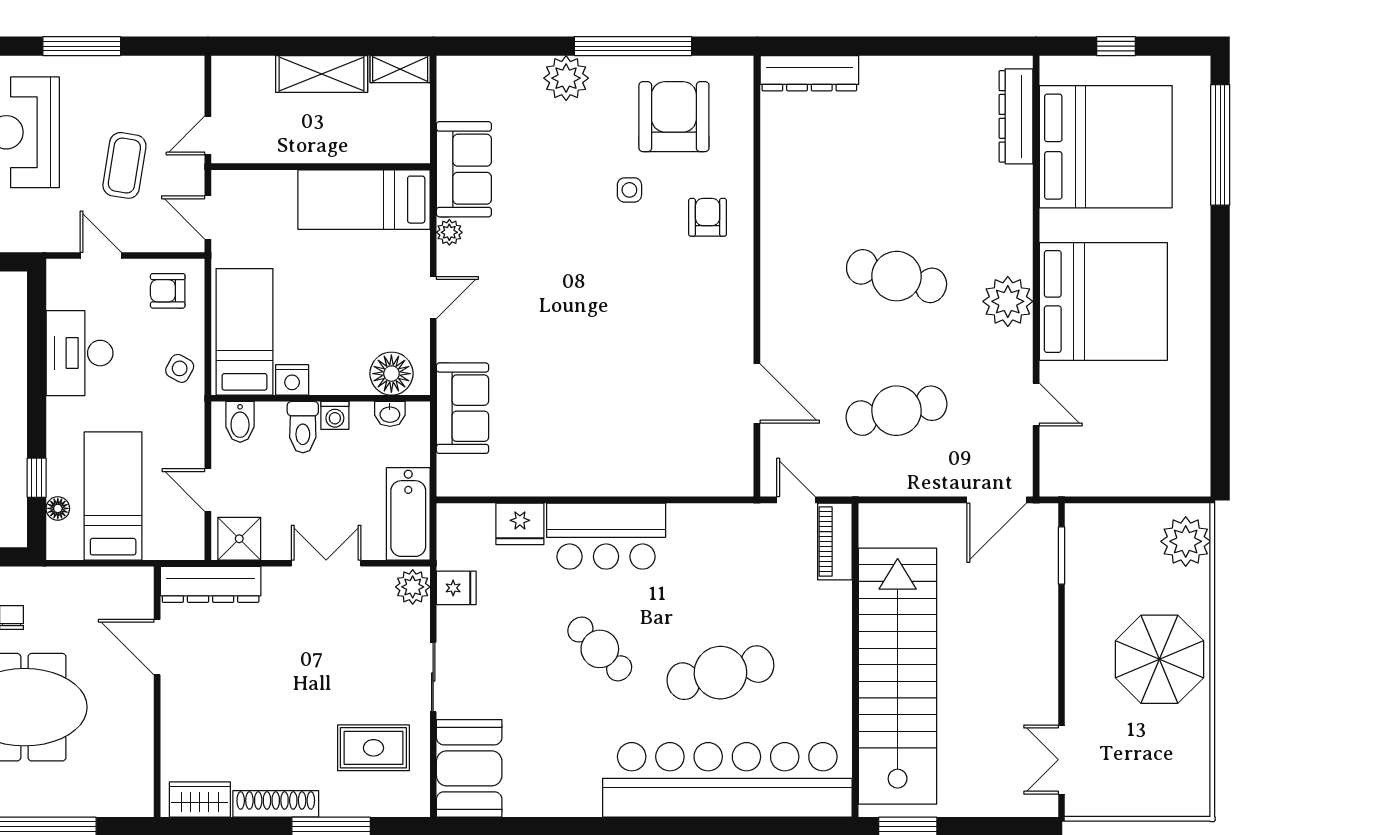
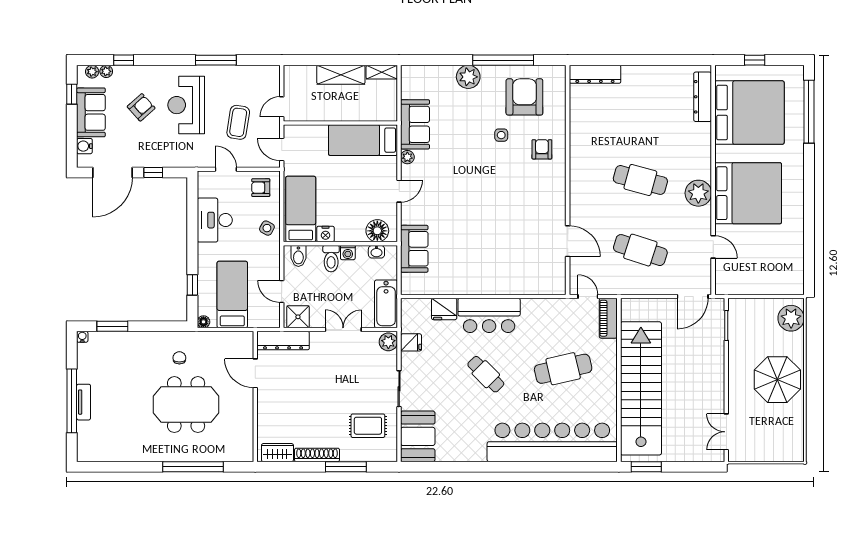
cafe table: (897, 411) -> (640, 250), turned 30
floor lamp: (58, 508) -> (203, 322), moved
cafe table: (720, 673) -> (563, 369), moved

